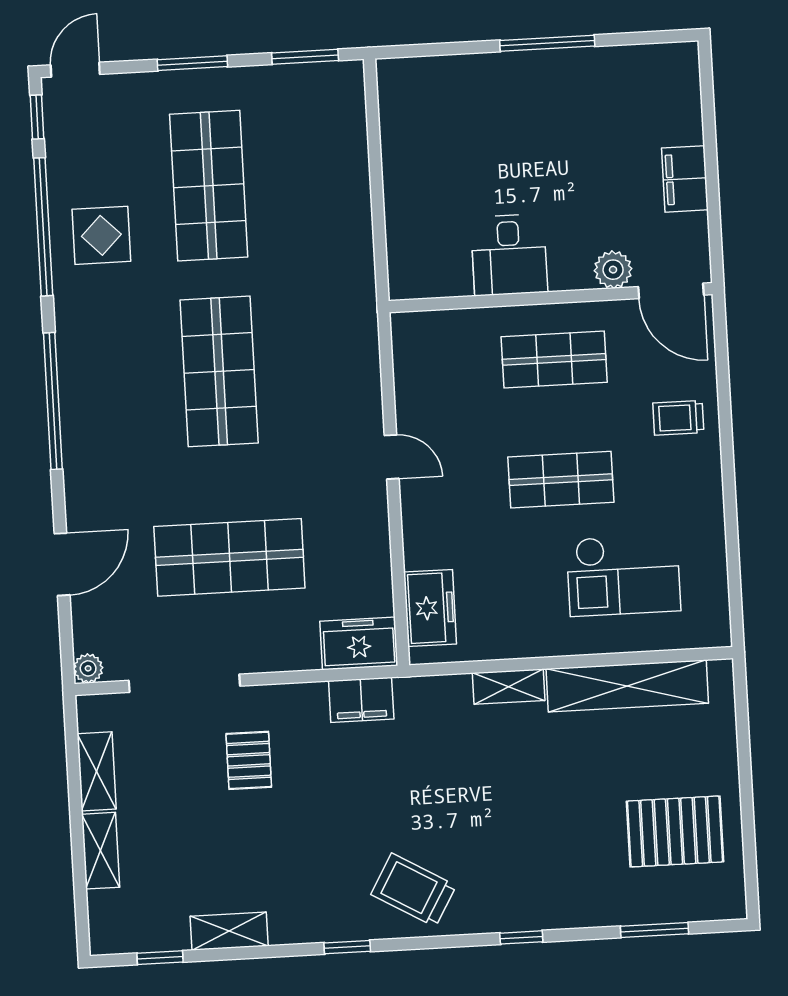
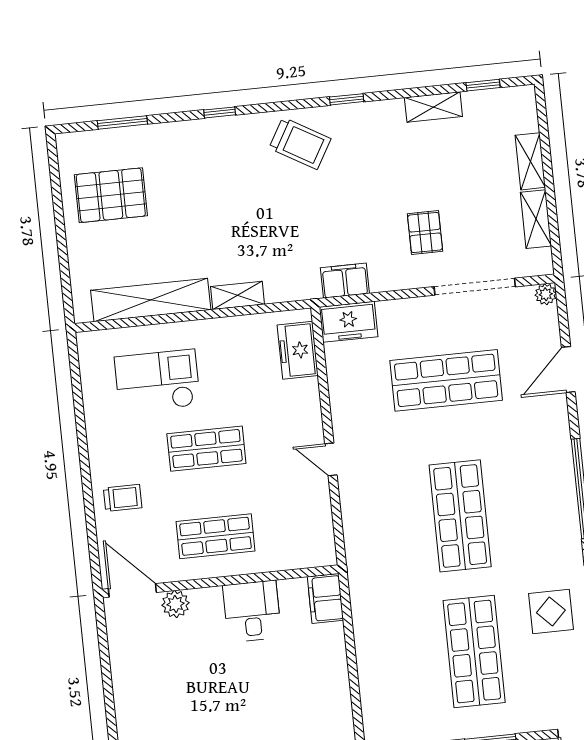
filing cabinet: (685, 179) -> (325, 598), moved, turned 180

